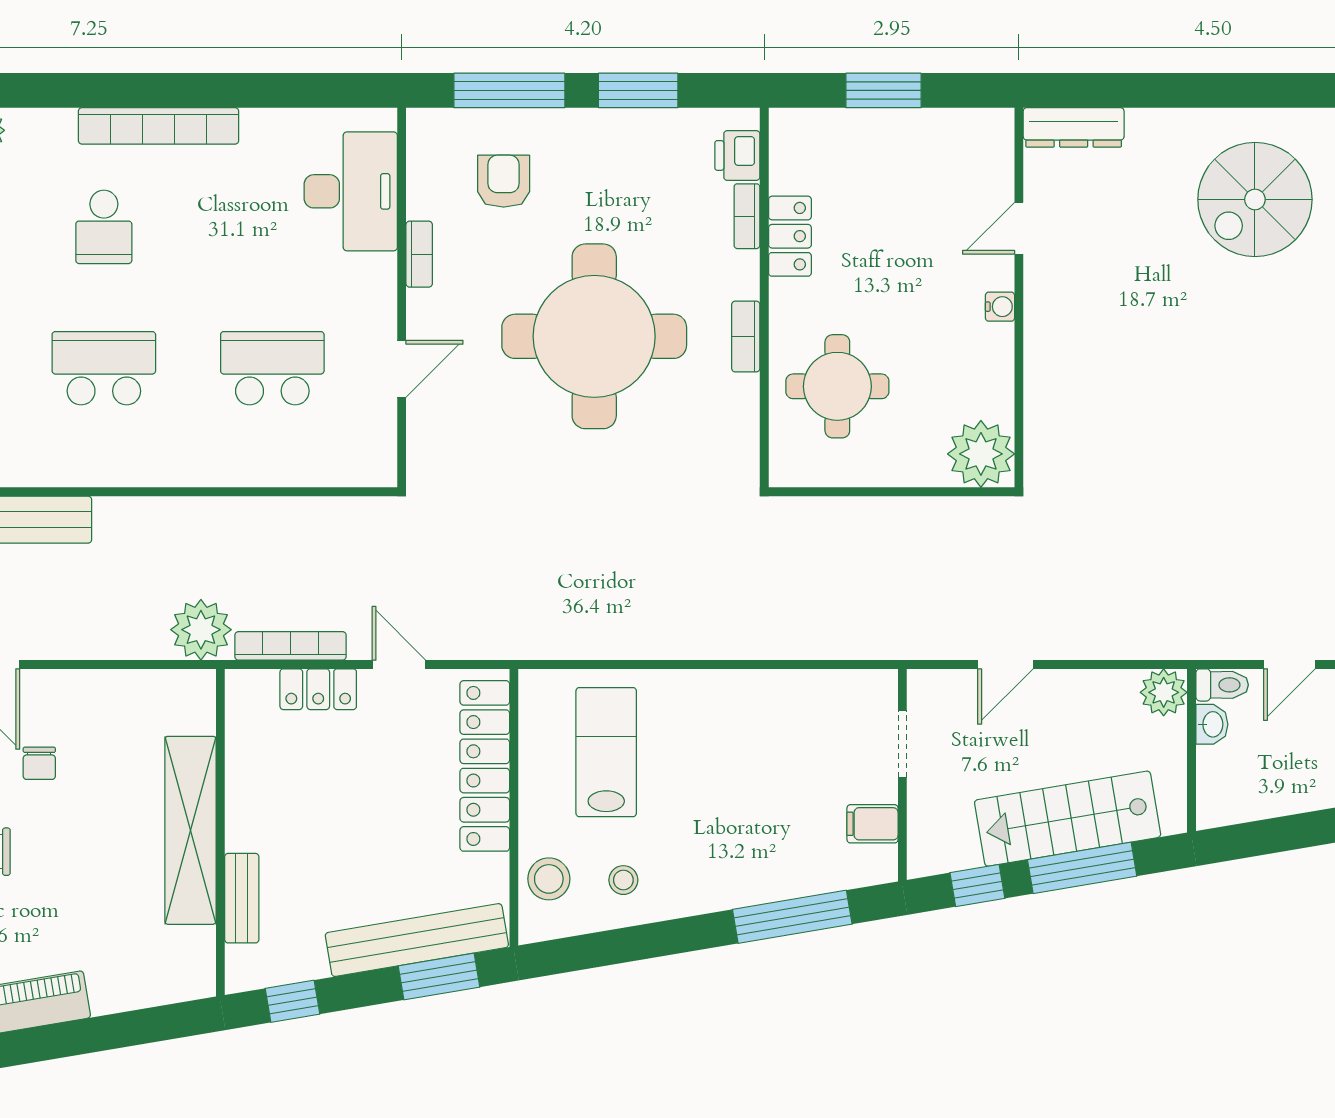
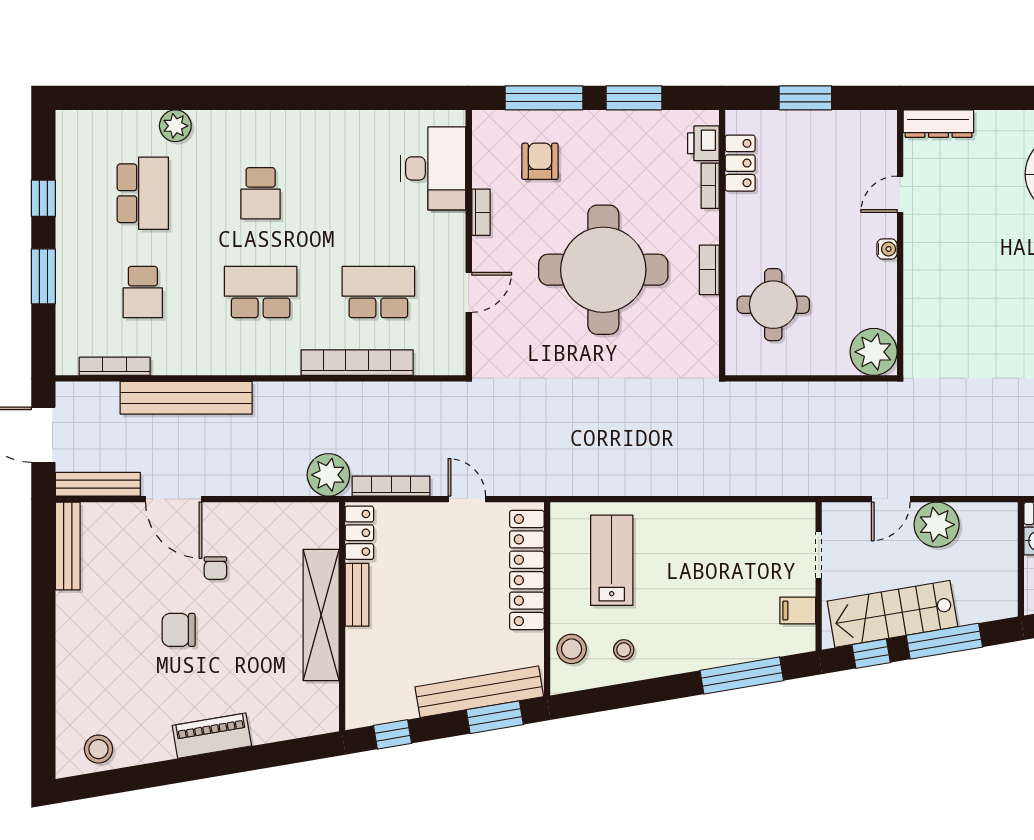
bookcase: (159, 126) -> (357, 363), moved, turned 180
locker: (790, 236) -> (740, 163), moved
locker: (318, 689) -> (359, 533), moved, turned -90
plant: (1164, 692) -> (937, 525), moved, width x1.36, depth x1.36
stairs: (1068, 819) -> (892, 614), moved
bench: (242, 898) -> (357, 595), moved

